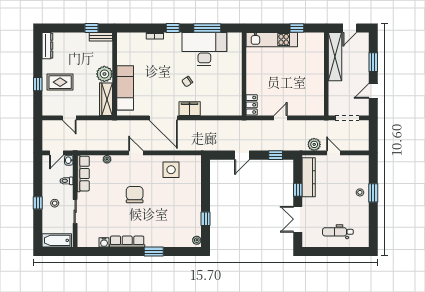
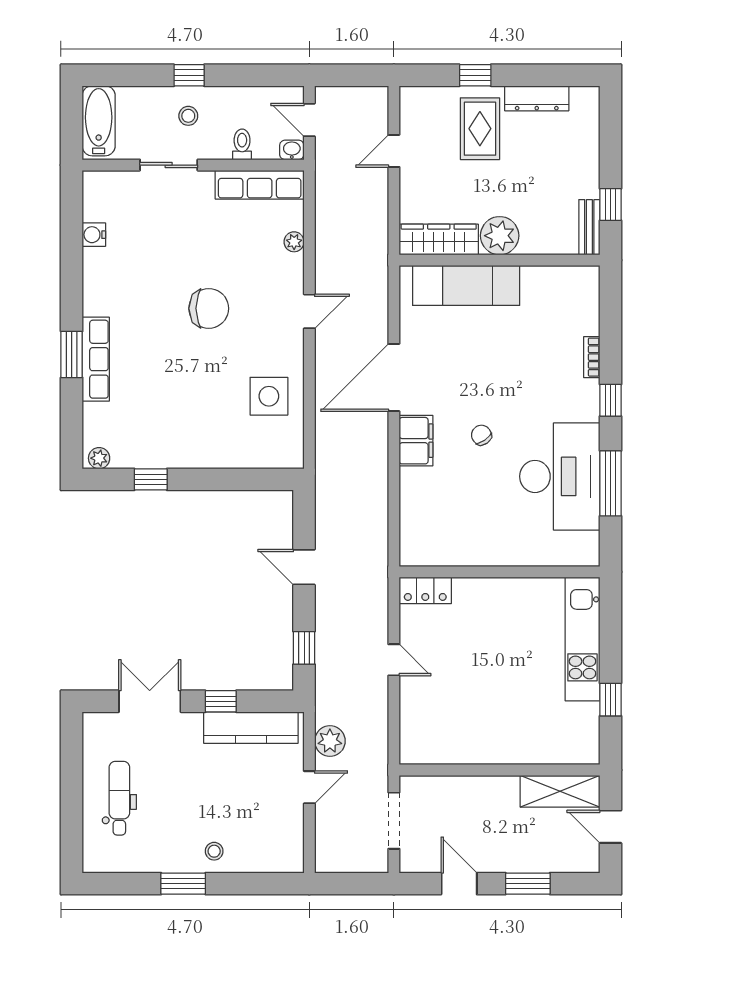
dresser: (47, 46) -> (537, 98), moved
shelving: (335, 57) -> (560, 791), width x0.68
window: (373, 193) -> (183, 884), moved
row of seats: (127, 242) -> (96, 359), moved

